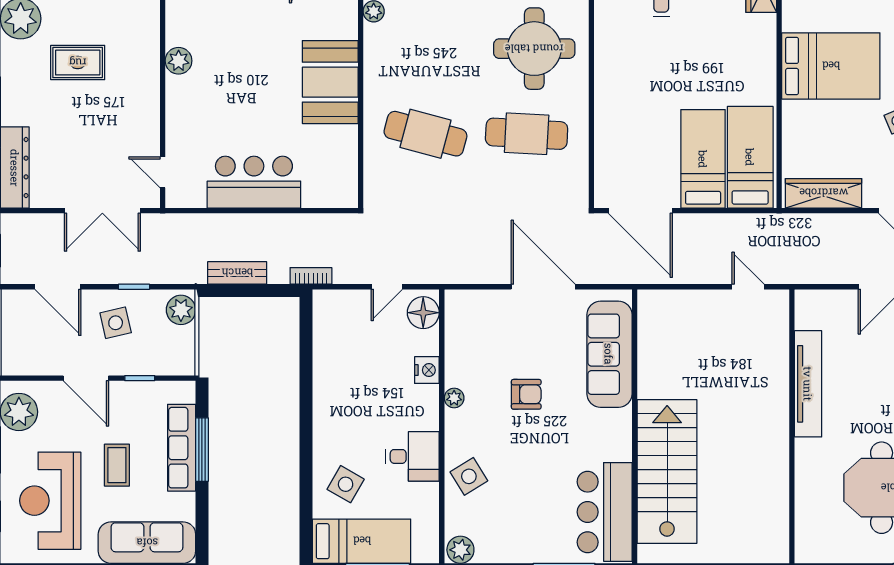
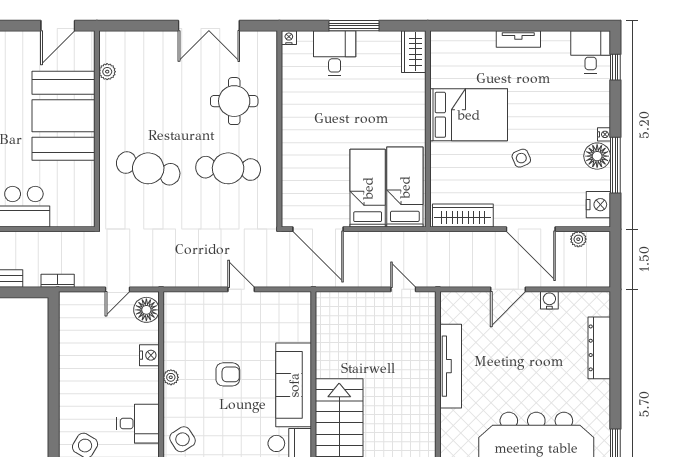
round table: (534, 49) -> (234, 101), width x0.73, depth x0.73
booth: (330, 82) -> (64, 116), width x1.36, depth x1.42
door: (543, 287) -> (241, 289), width x0.53
sofa: (609, 354) -> (294, 385), moved

